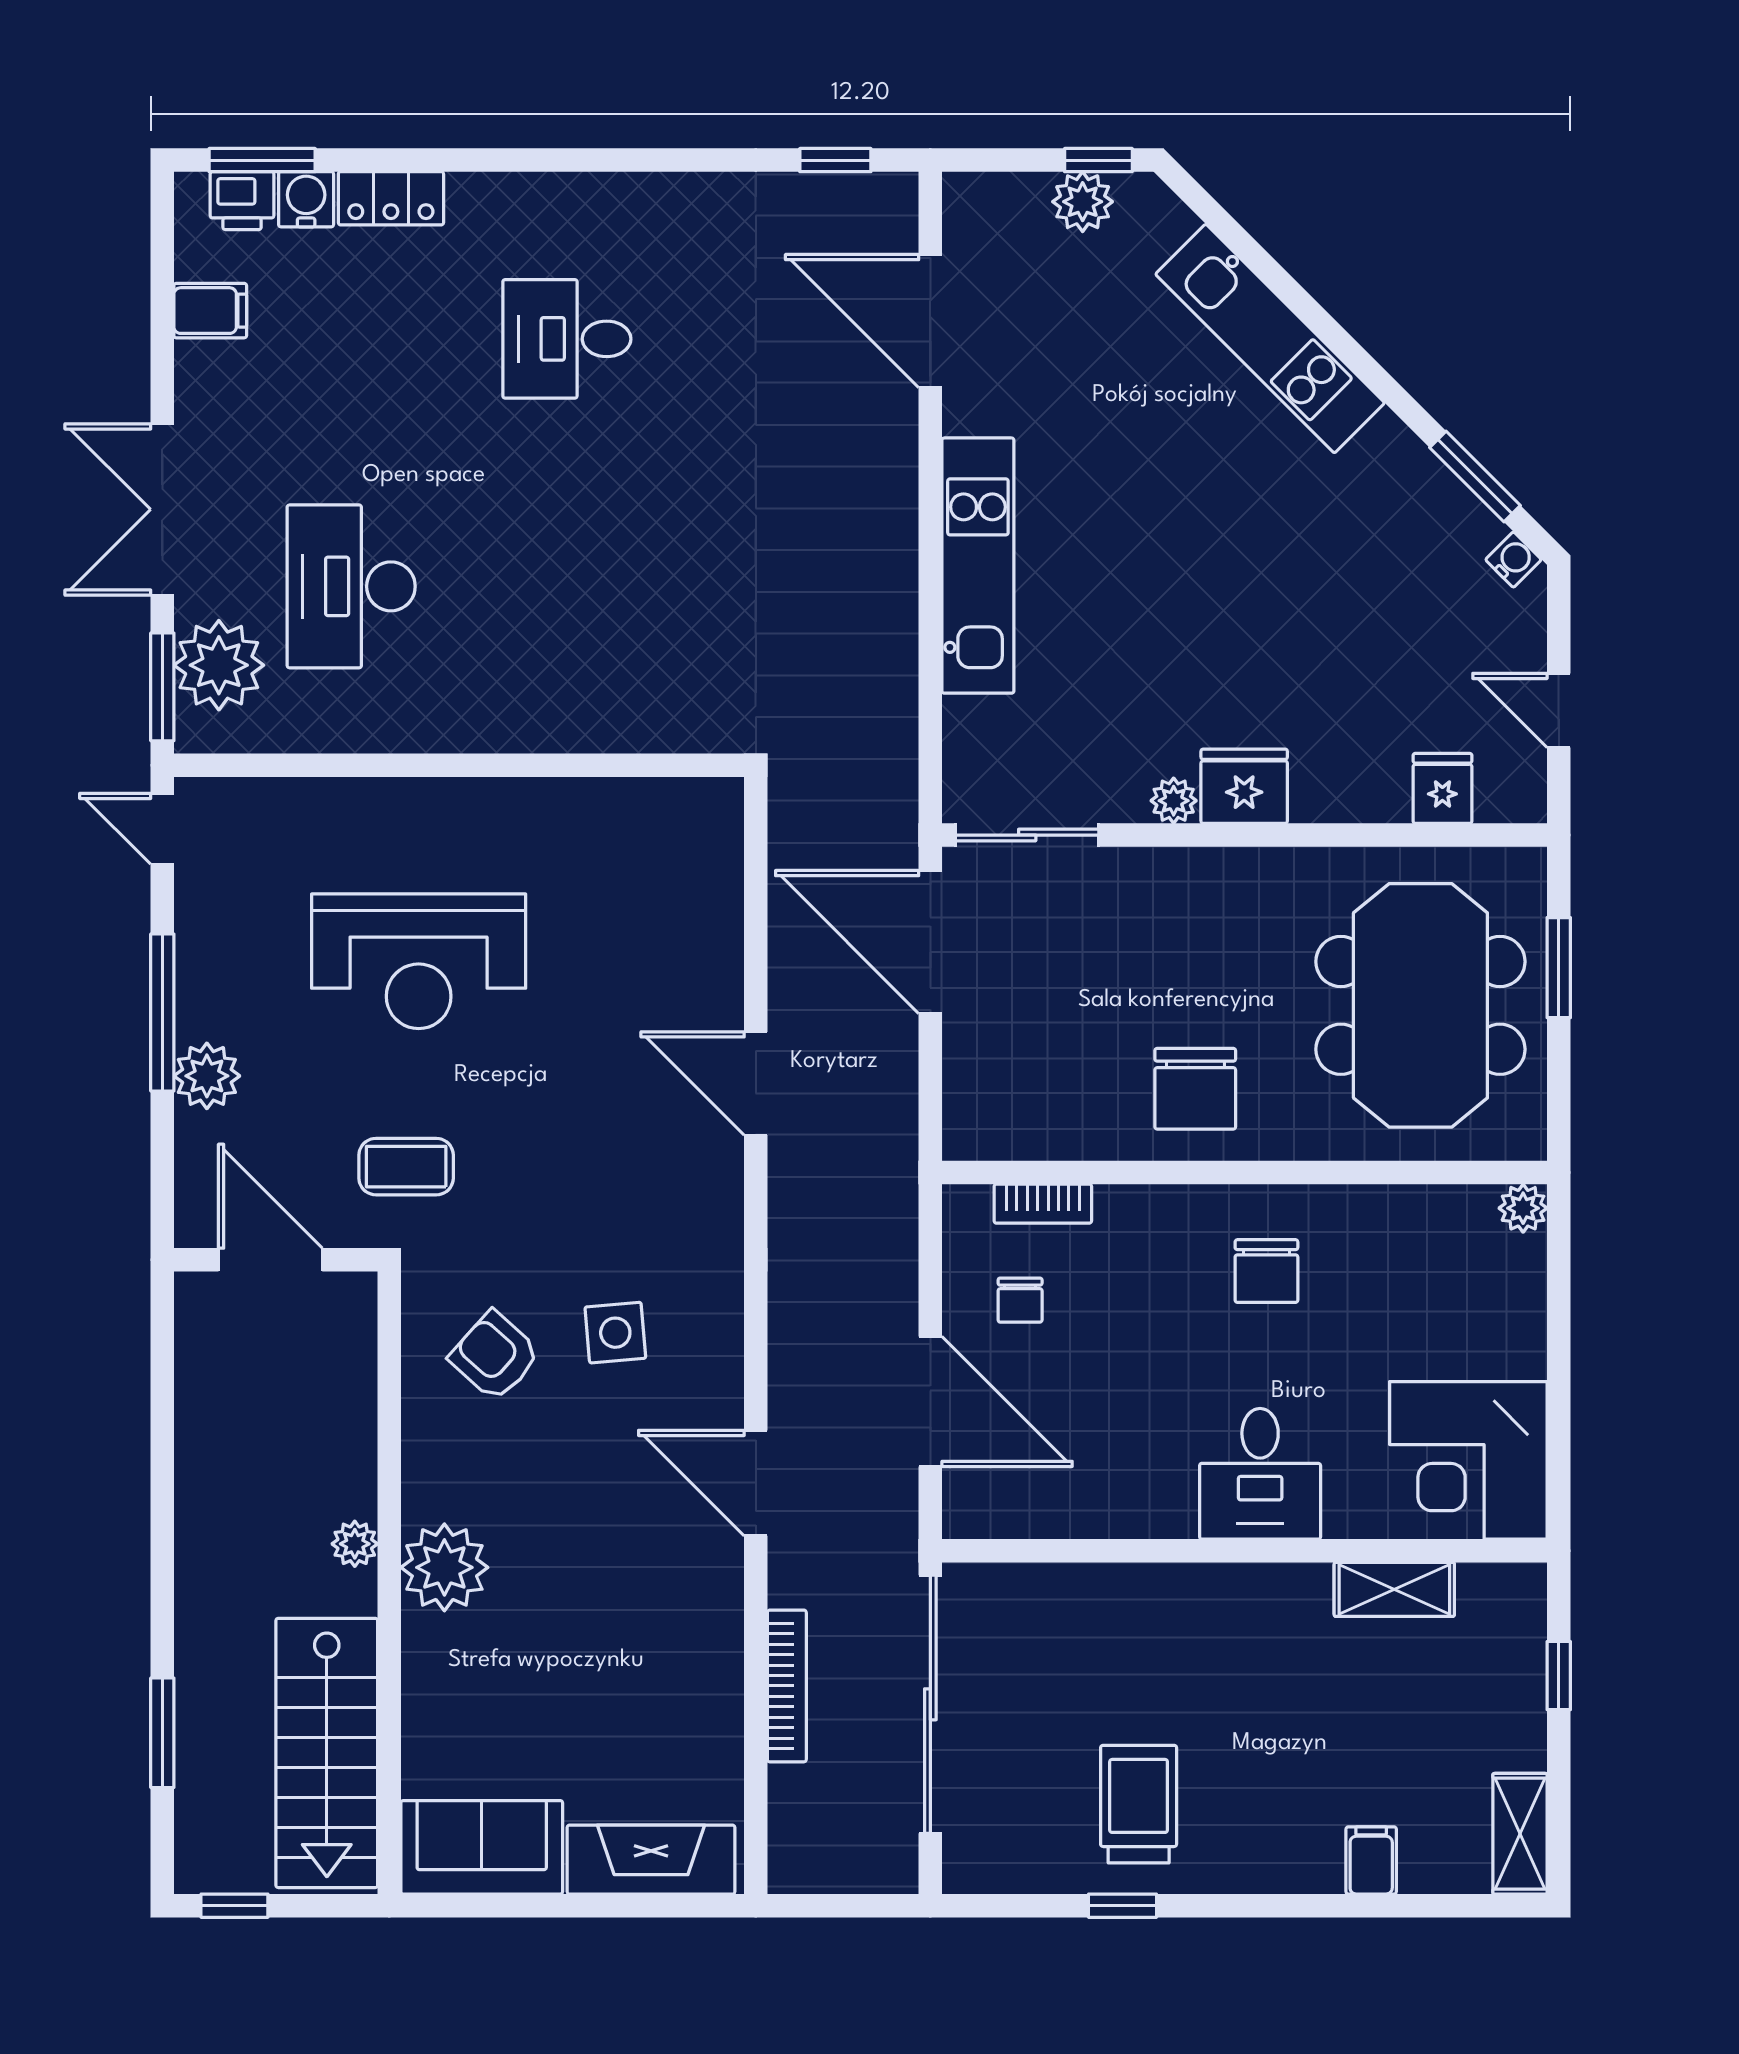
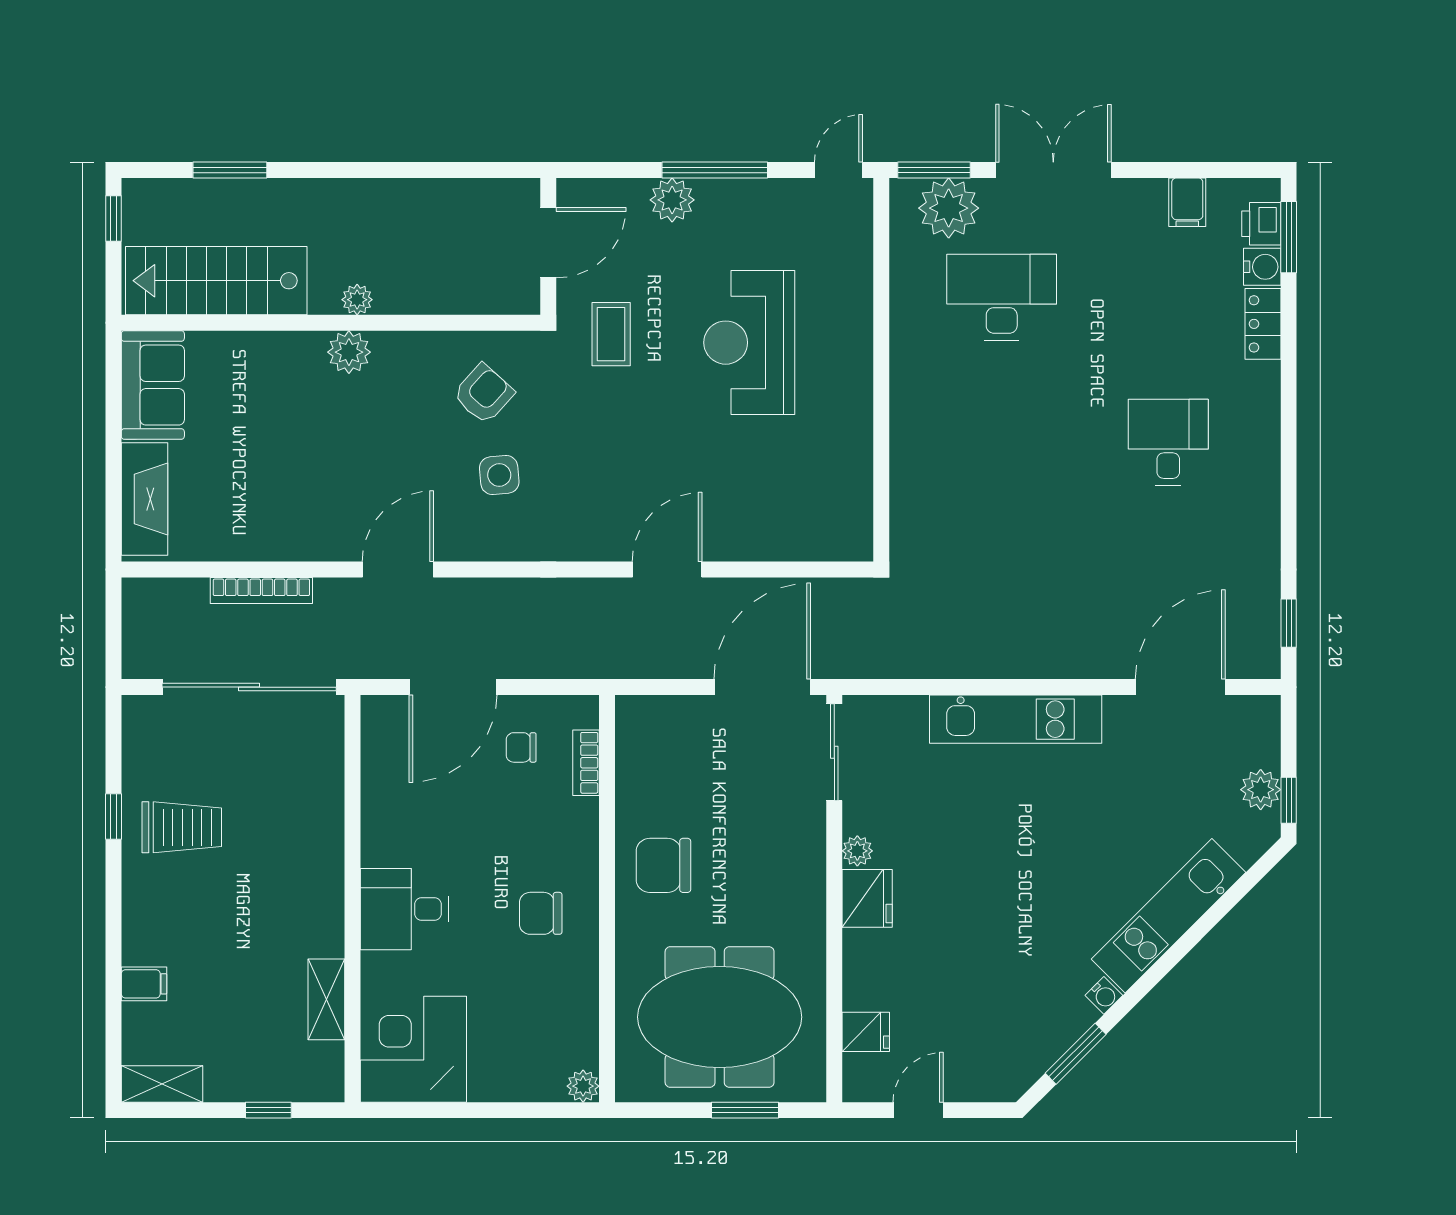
water cooler: (1513, 560) -> (1104, 995), moved
plant: (444, 1567) -> (349, 352), width x0.73, depth x0.73

